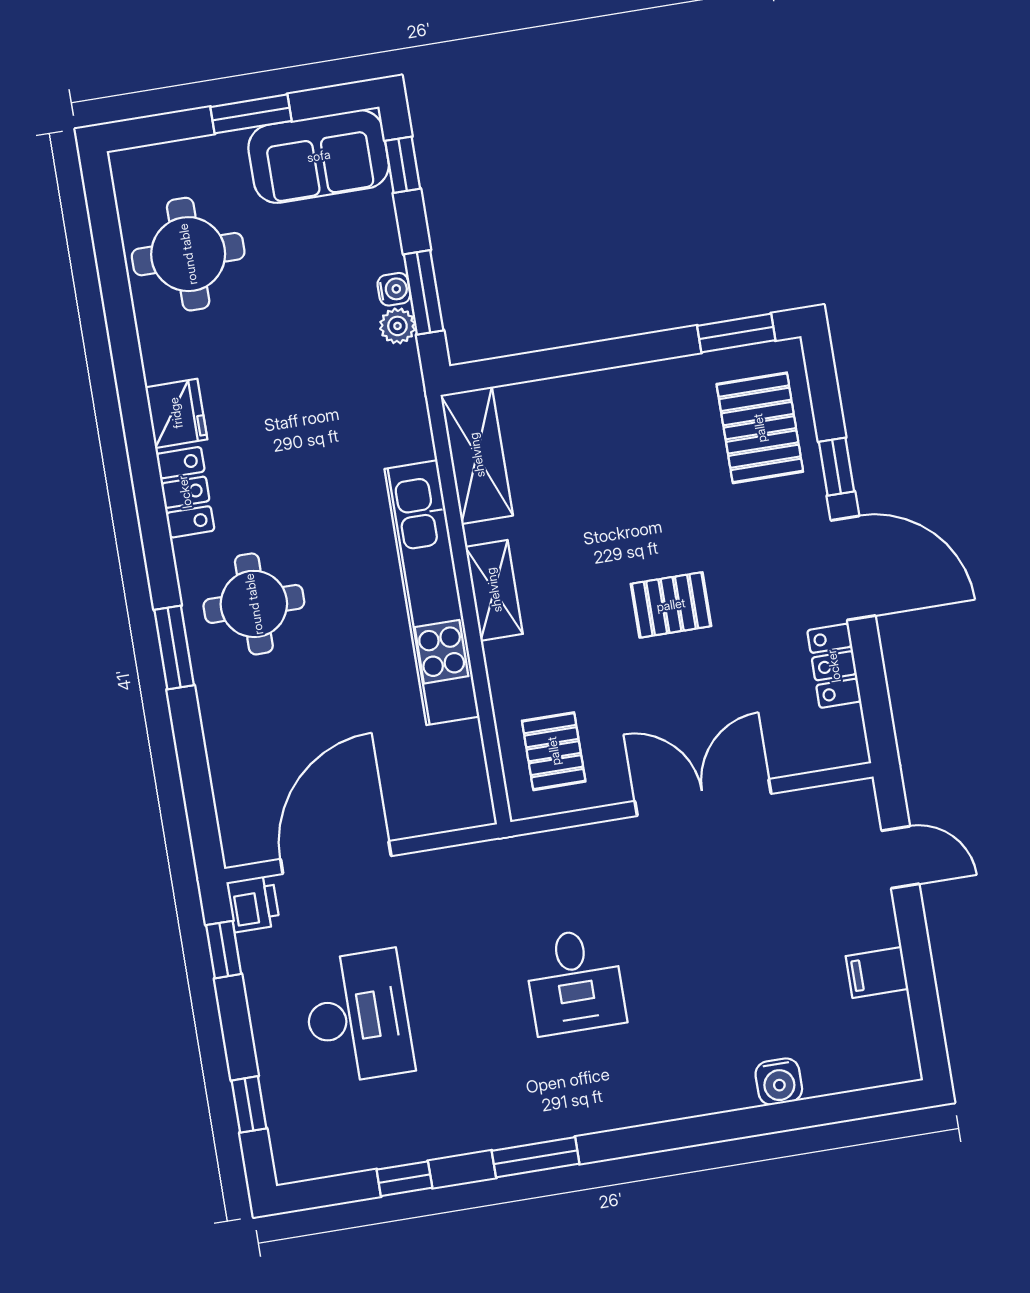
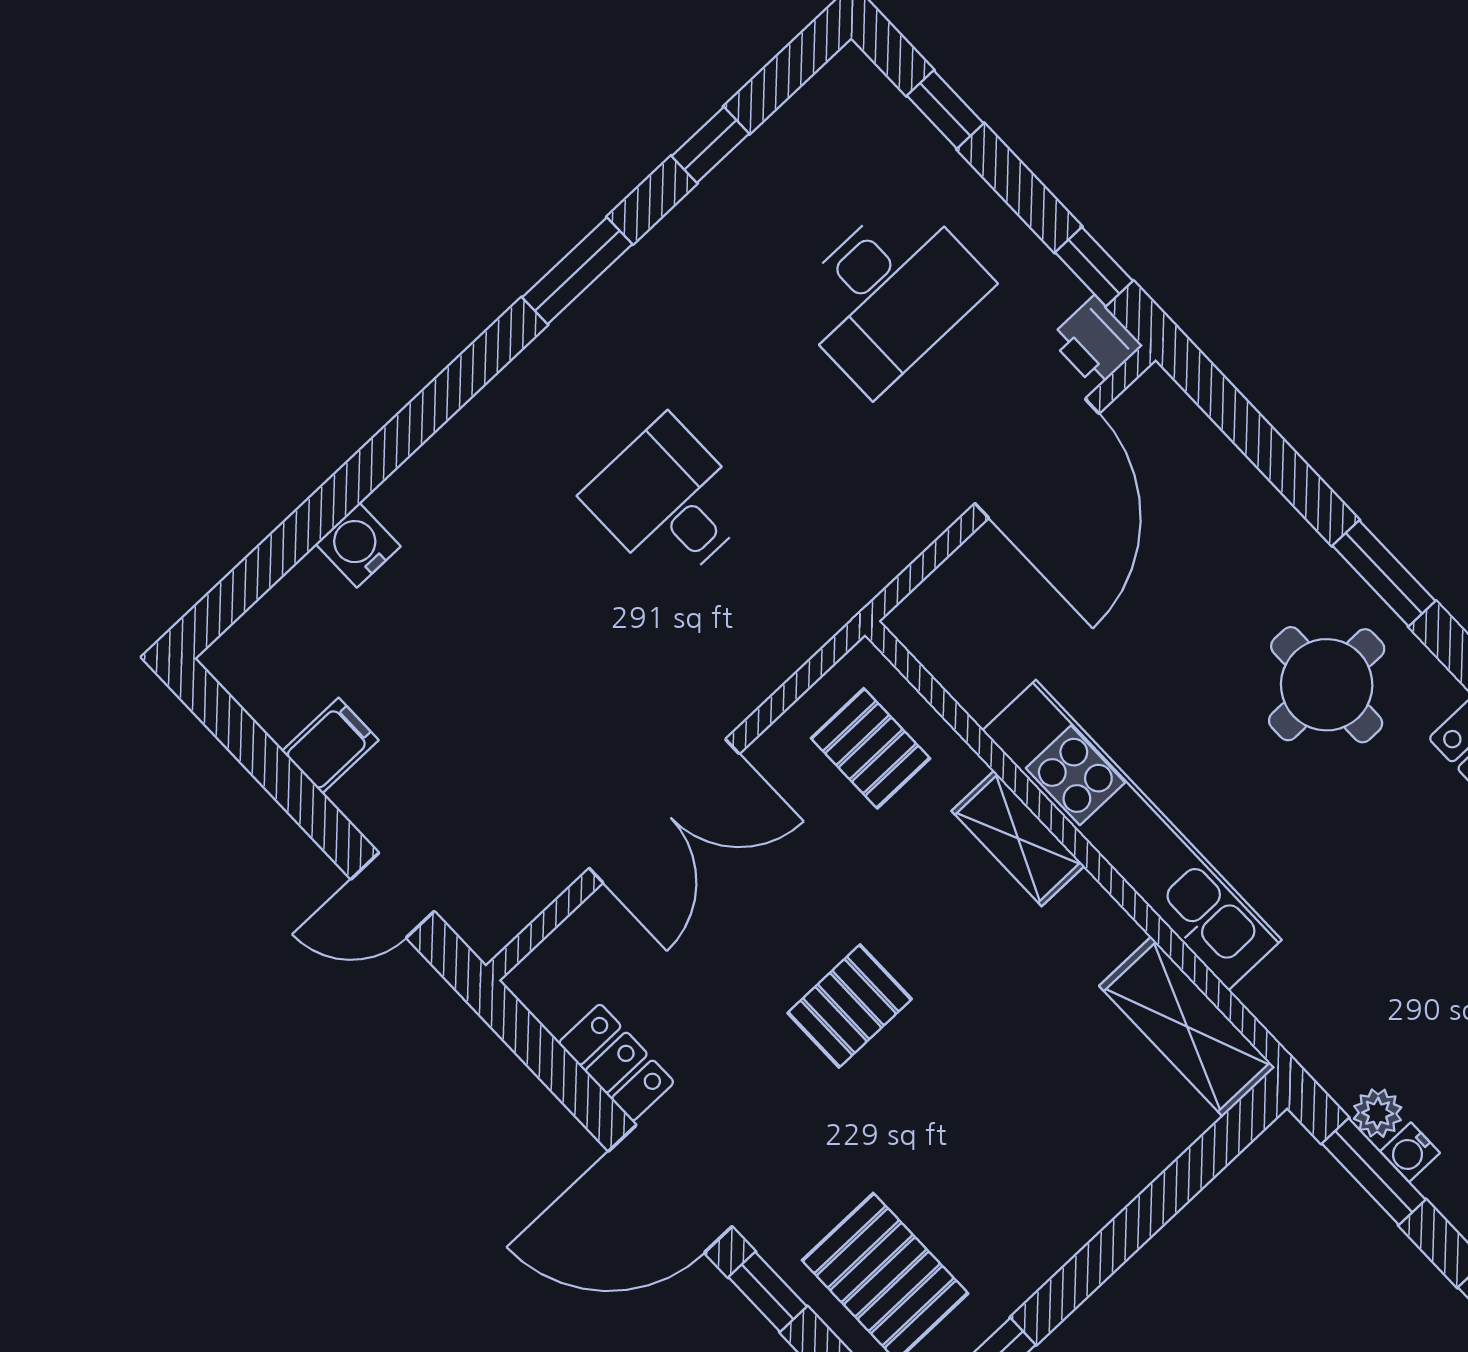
shelving: (494, 590) -> (1018, 838), moved
desk: (358, 1017) -> (889, 294), turned -90

